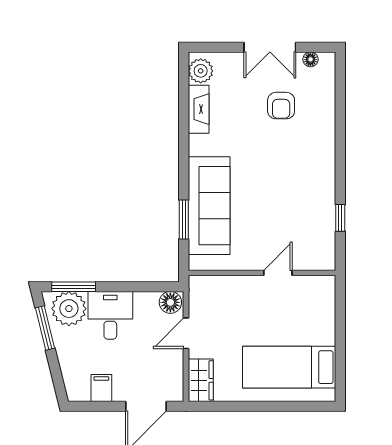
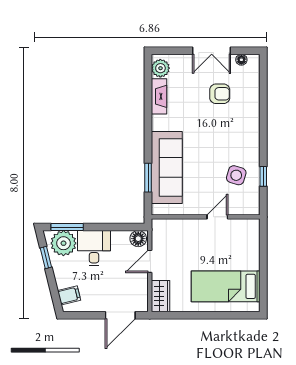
armchair: (281, 106) -> (220, 94), turned -90
side table: (303, 216) -> (236, 175), added
window: (45, 328) -> (46, 258), width x0.67
filing cabinet: (101, 388) -> (69, 295), moved, turned 76

